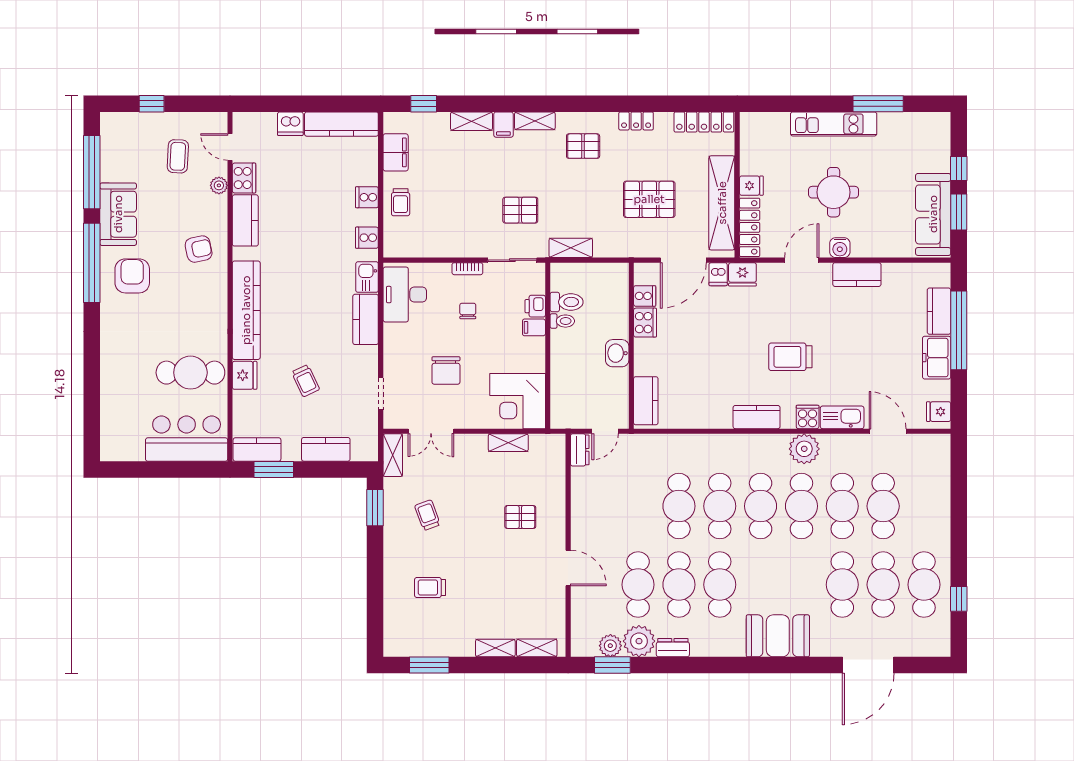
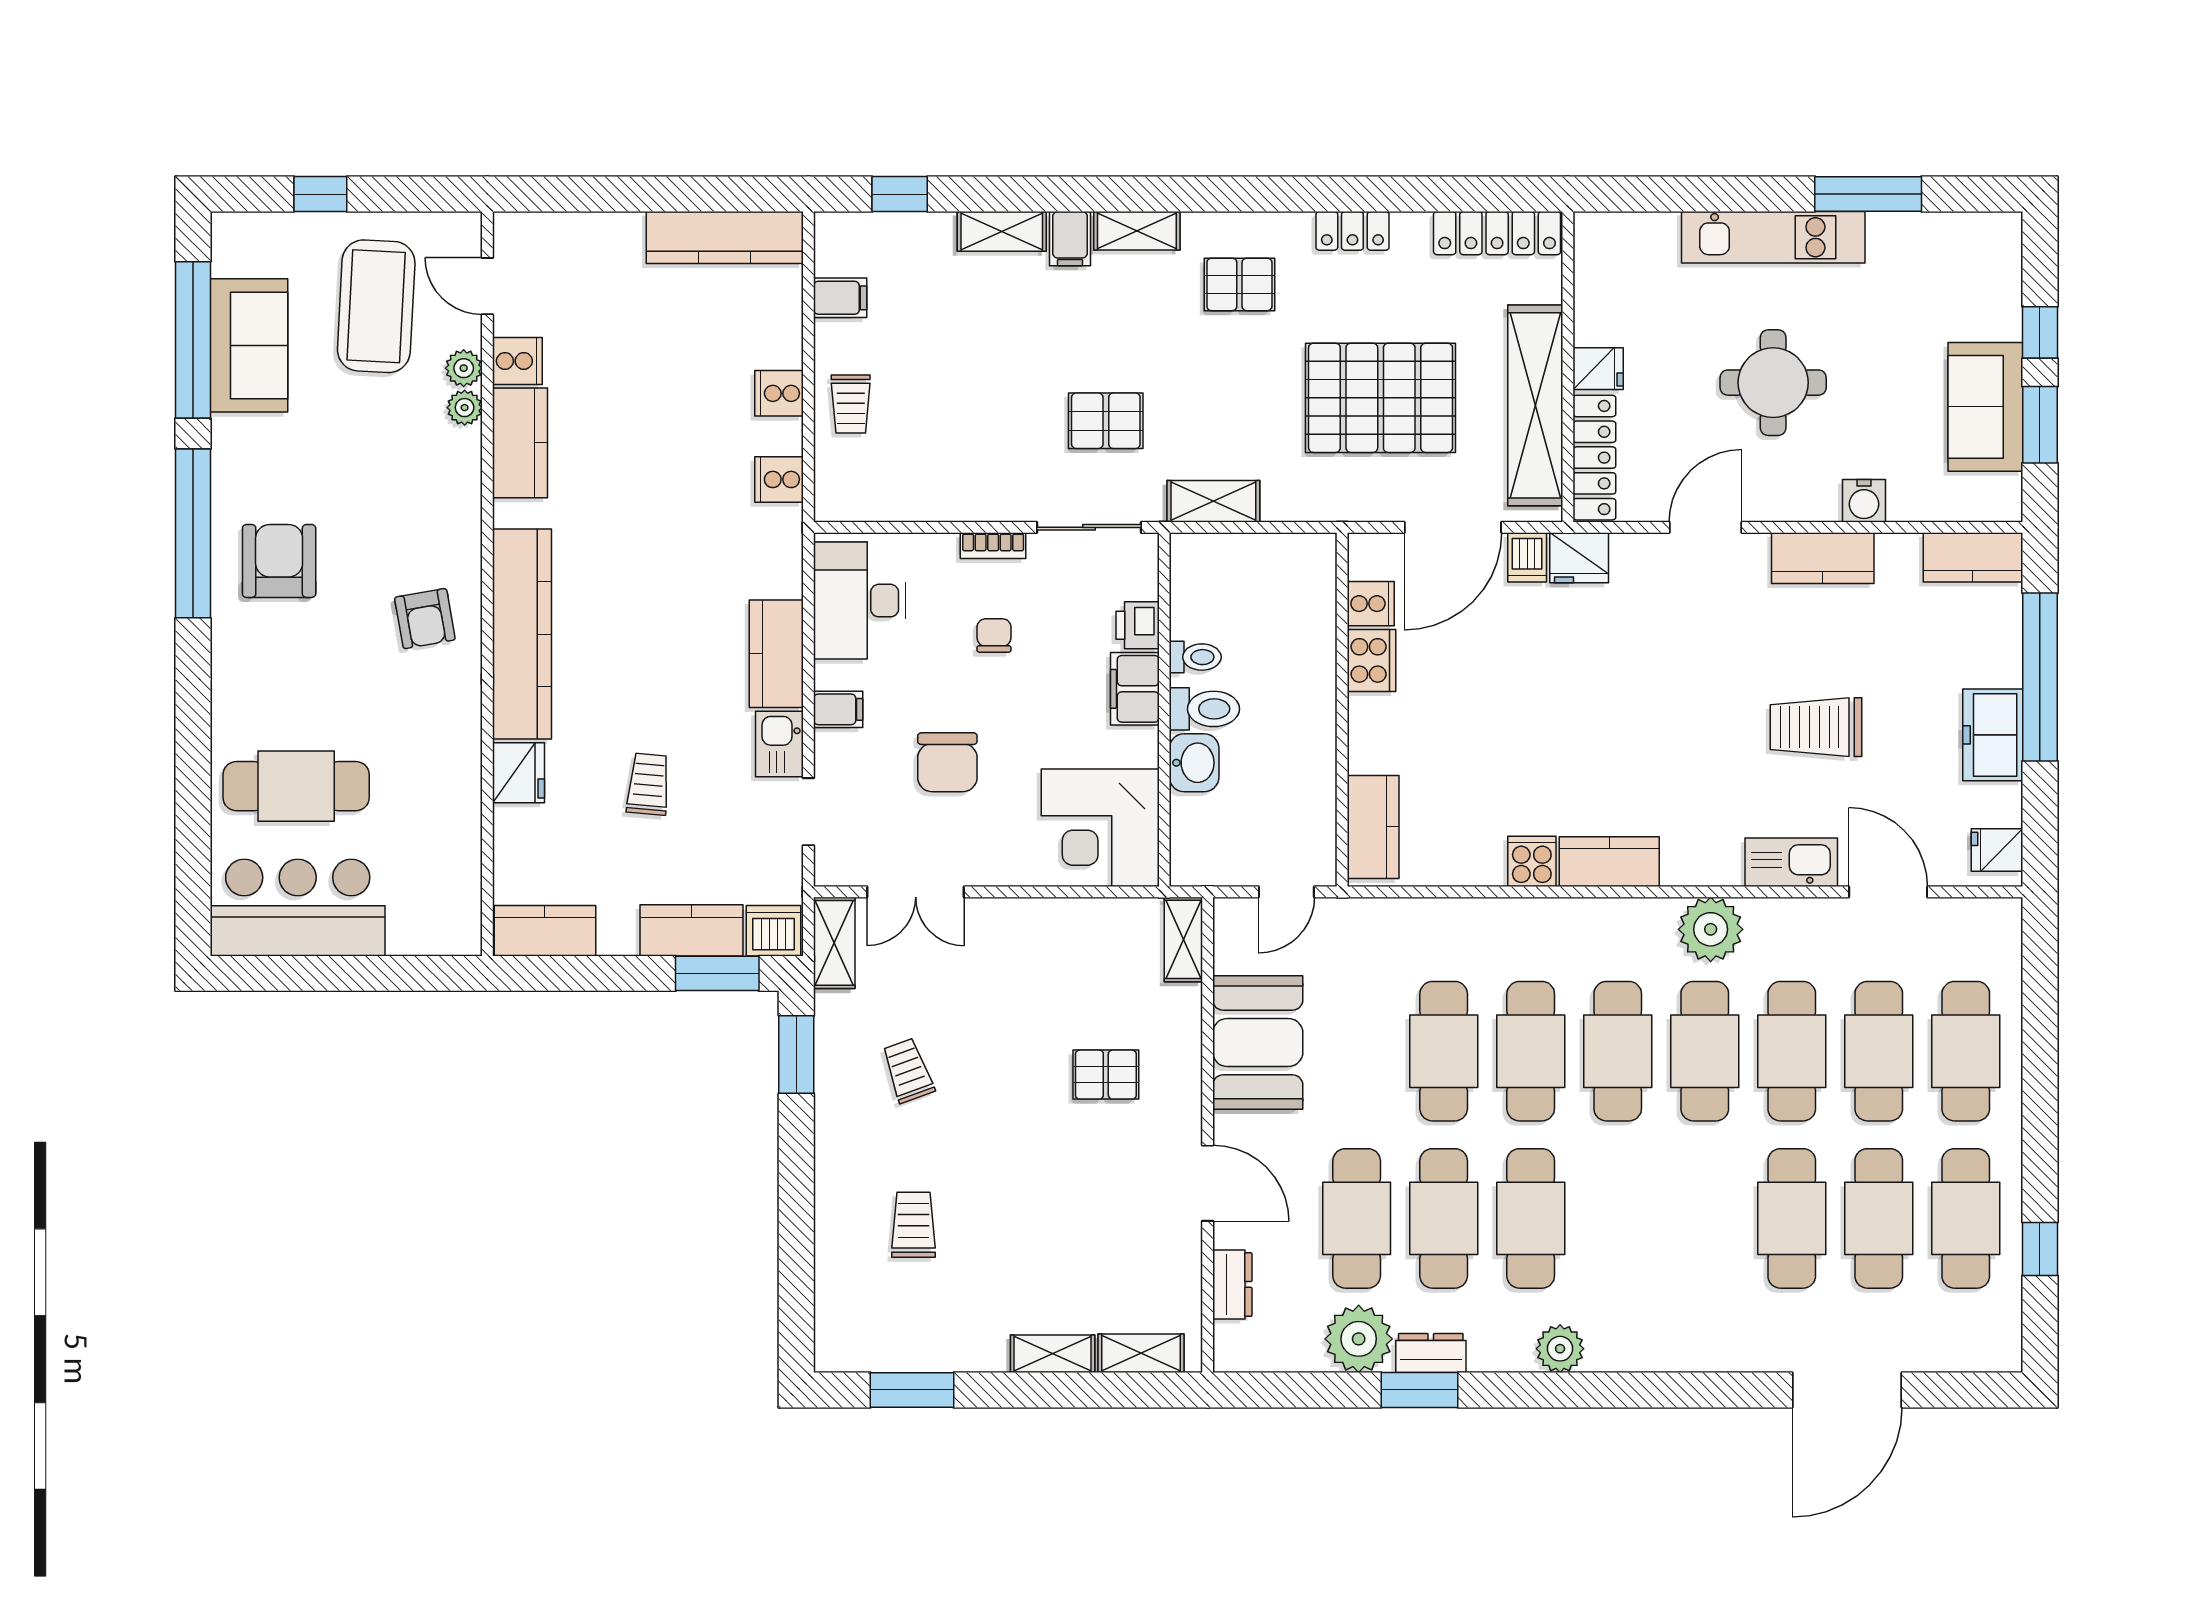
dishwasher: (290, 124) -> (773, 931), moved, turned 180
filing cabinet: (396, 152) -> (840, 298), width x0.50
coffee table: (178, 156) -> (376, 306), width x1.86, depth x1.72
cooker: (244, 178) -> (517, 361), width x0.73
pallet: (649, 199) -> (1381, 398), width x1.37, depth x1.41
plant: (219, 204) -> (465, 408), added
sofa: (118, 214) -> (249, 345), moved
sofa: (933, 214) -> (1985, 407), width x0.73
water cooler: (840, 248) -> (1864, 501), moved
armchair: (199, 249) -> (425, 619), moved, turned 92
kitchen sink: (367, 277) -> (779, 744), moved
toilet: (567, 302) -> (1204, 709), moved
kitchen counter: (939, 311) -> (1973, 557), moved, turned -90
filing cabinet: (534, 327) -> (1135, 689), width x2.00
filing cabinet: (395, 346) -> (838, 709), added
washbasin: (617, 353) -> (1194, 763), moved, turned 180
trolley: (790, 357) -> (1816, 727), moved
cafe table: (190, 373) -> (296, 786), moved
trolley: (306, 381) -> (648, 784), turned -150
cooker: (808, 417) -> (1532, 861), moved
bar counter: (187, 439) -> (298, 908), moved
shelving: (508, 443) -> (1183, 939), moved, turned 90
dresser: (580, 450) -> (1232, 1284), moved
window: (274, 470) -> (717, 973), moved
cafe table: (924, 506) -> (1966, 1051), added
trolley: (430, 587) -> (914, 1225), turned 90
booth: (778, 636) -> (1258, 1042), moved, turned 90
plant: (610, 646) -> (1560, 1349), moved
window: (612, 665) -> (1419, 1390), moved

